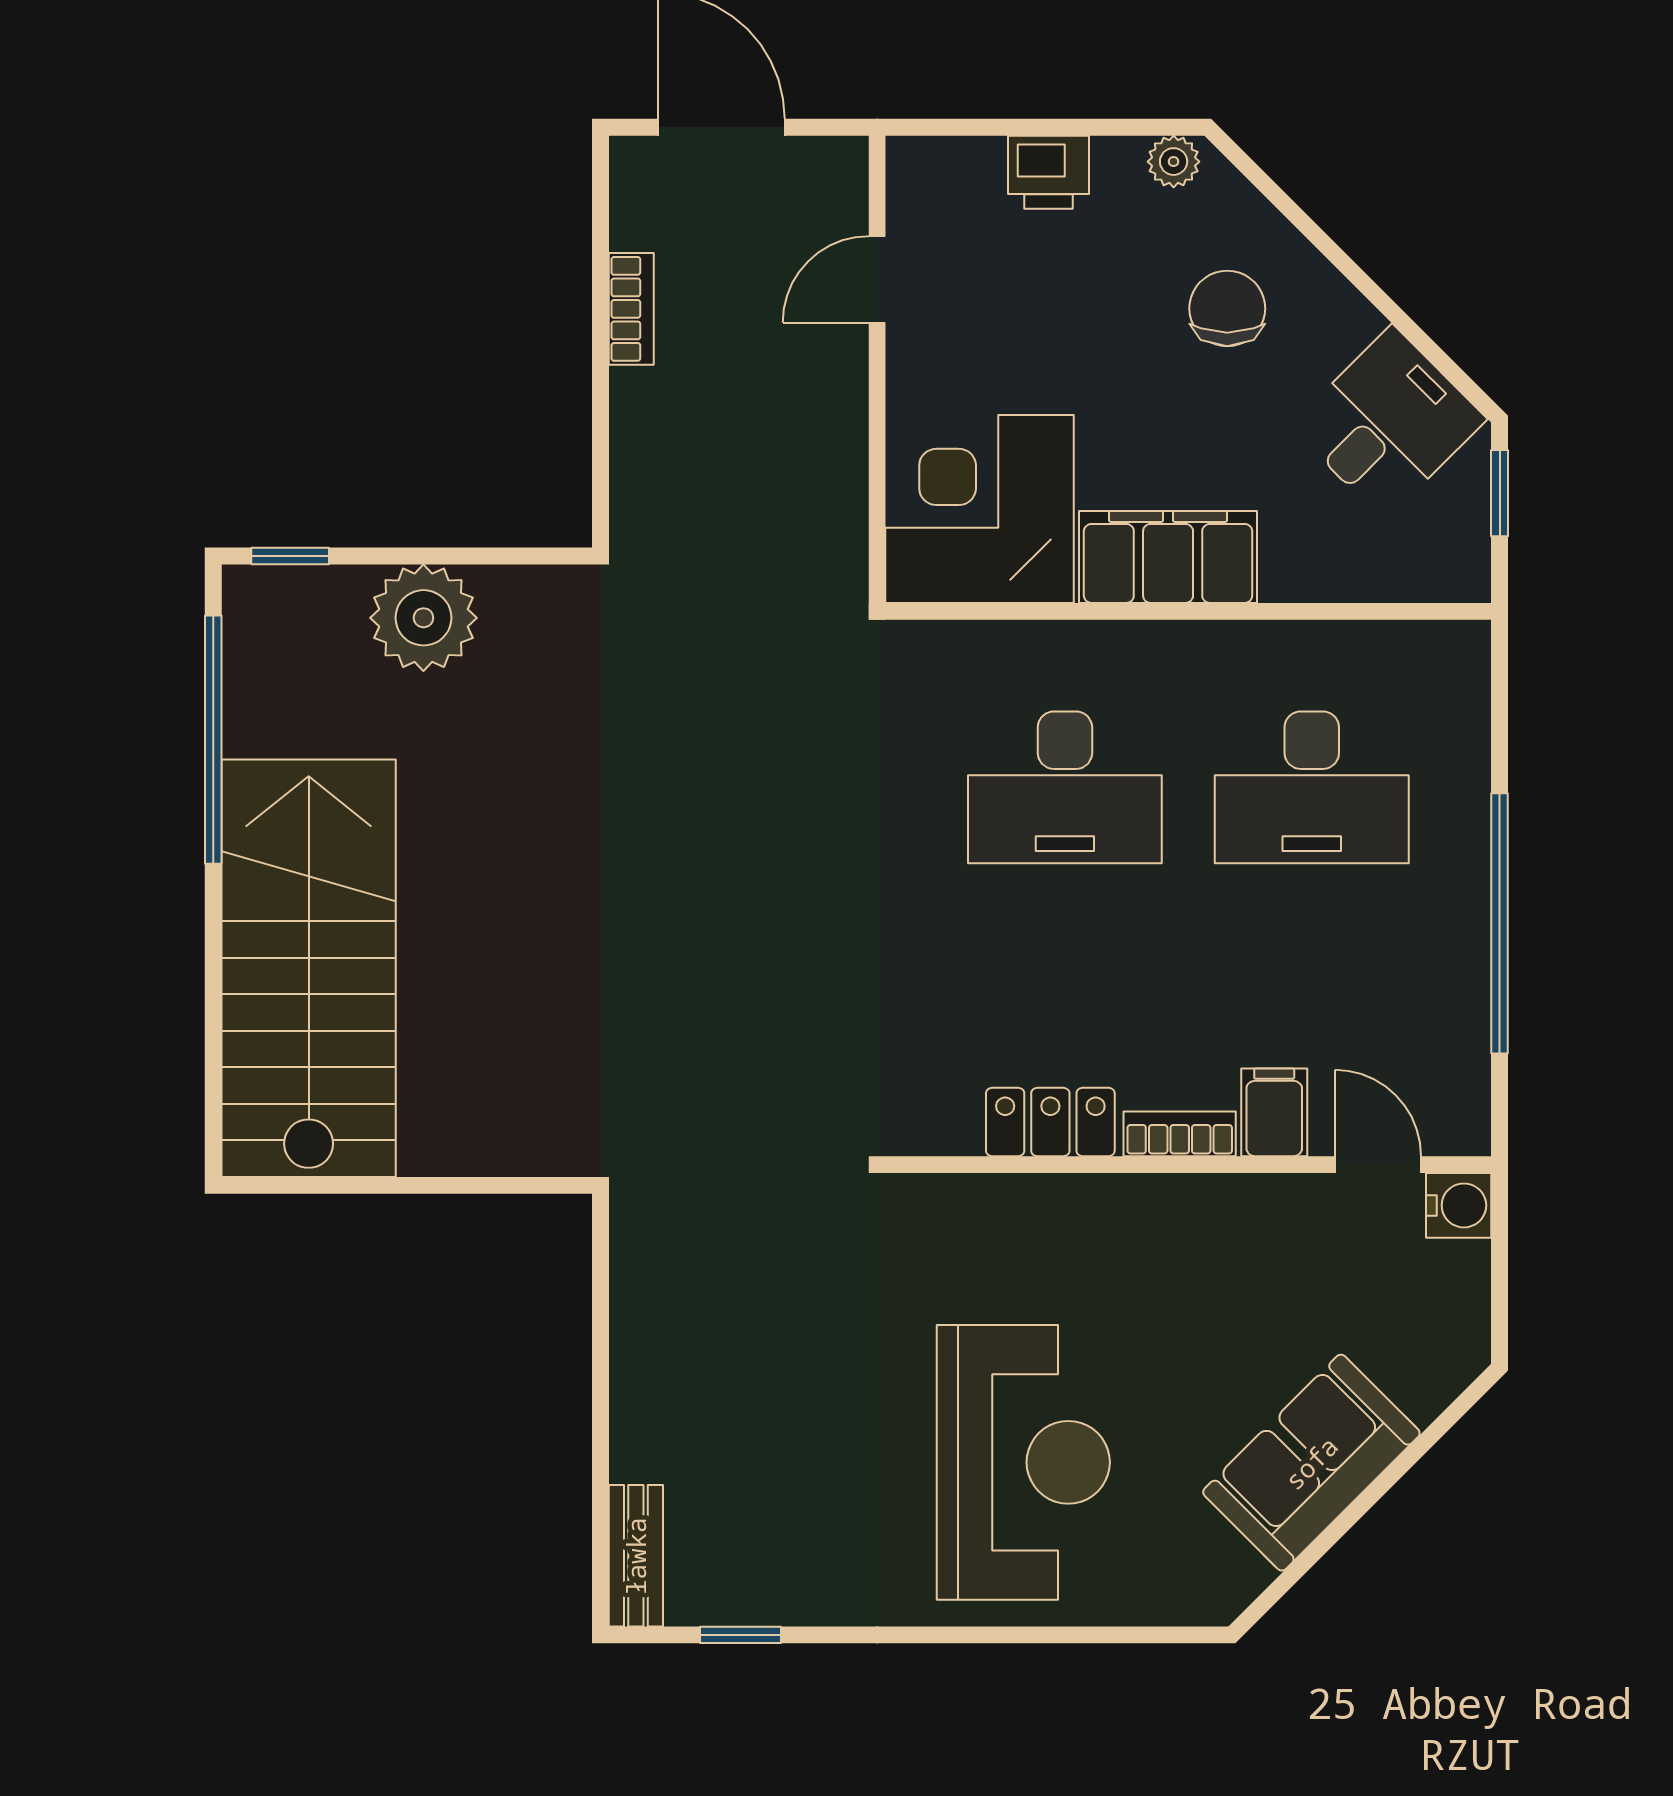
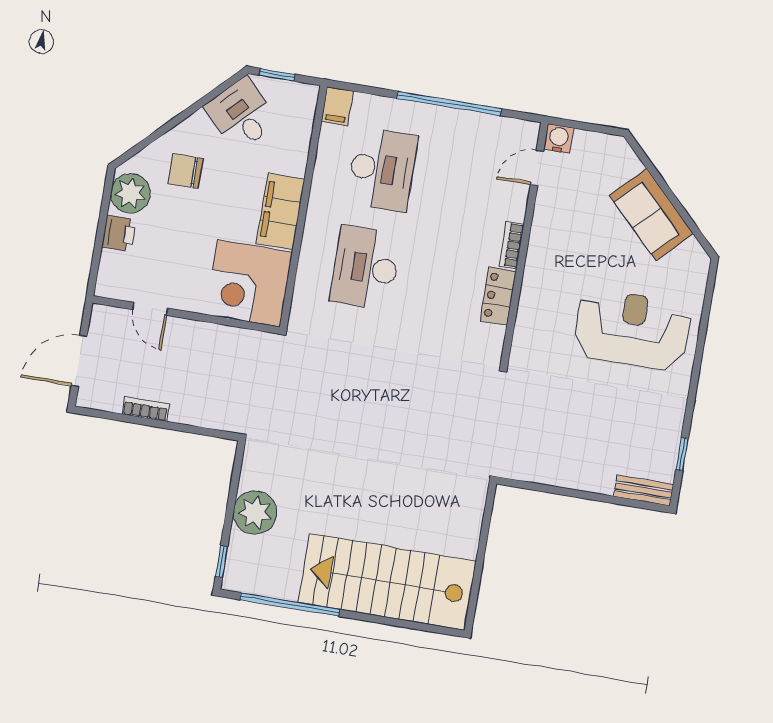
plant: (1174, 162) -> (131, 193), width x1.87, depth x1.87
desk: (1065, 787) -> (365, 268), turned 180
filing cabinet: (1274, 1112) -> (337, 106), moved, turned -90

